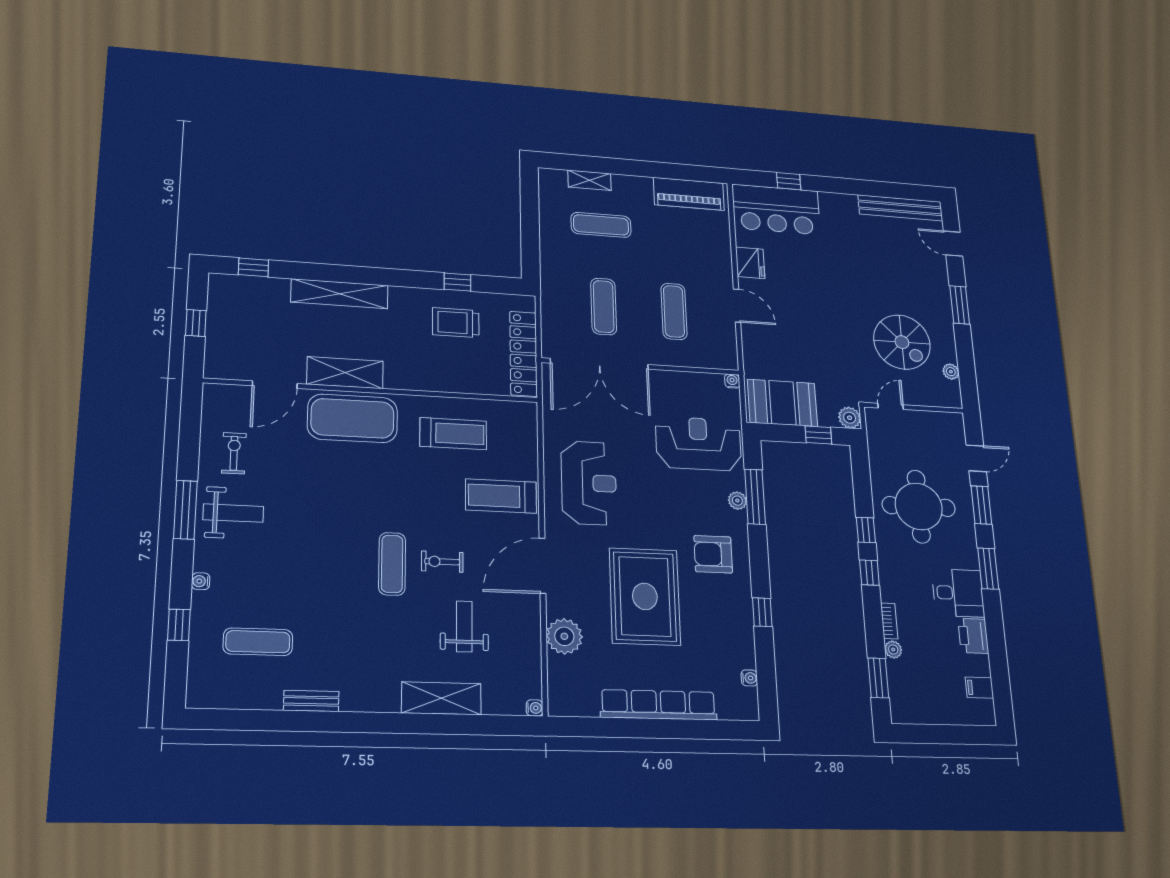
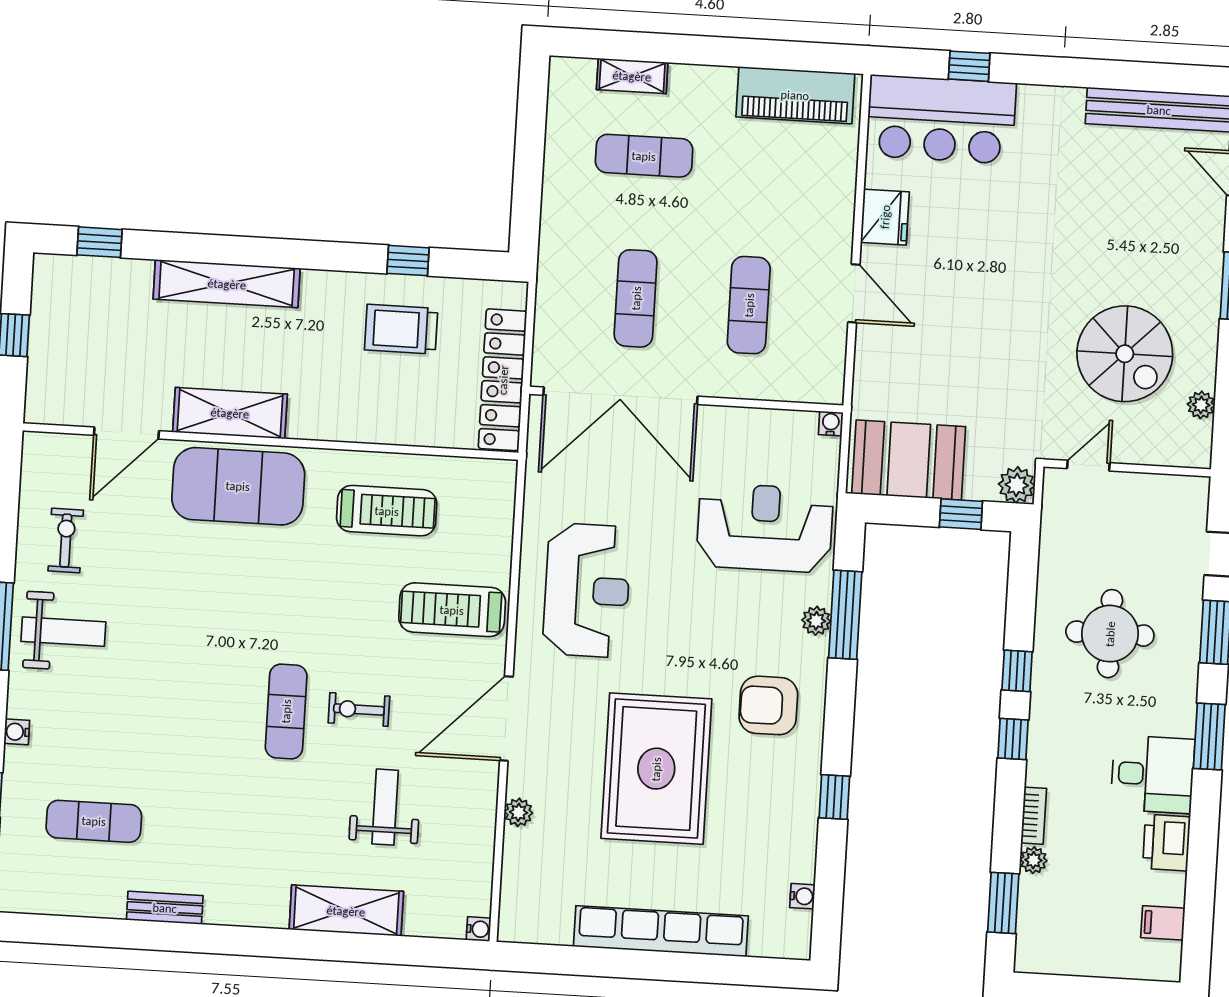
round table: (919, 506) -> (1110, 634), width x0.73, depth x0.73
plant: (564, 636) -> (519, 812), width x0.53, depth x0.53

